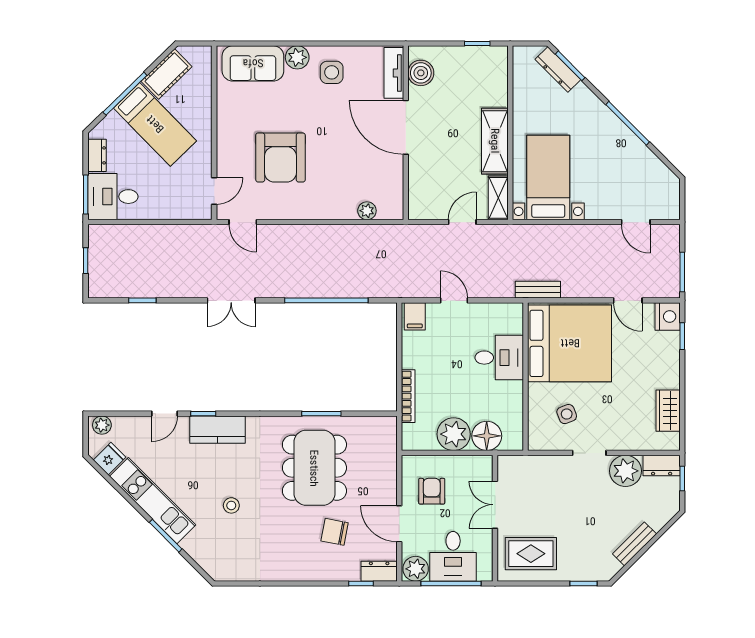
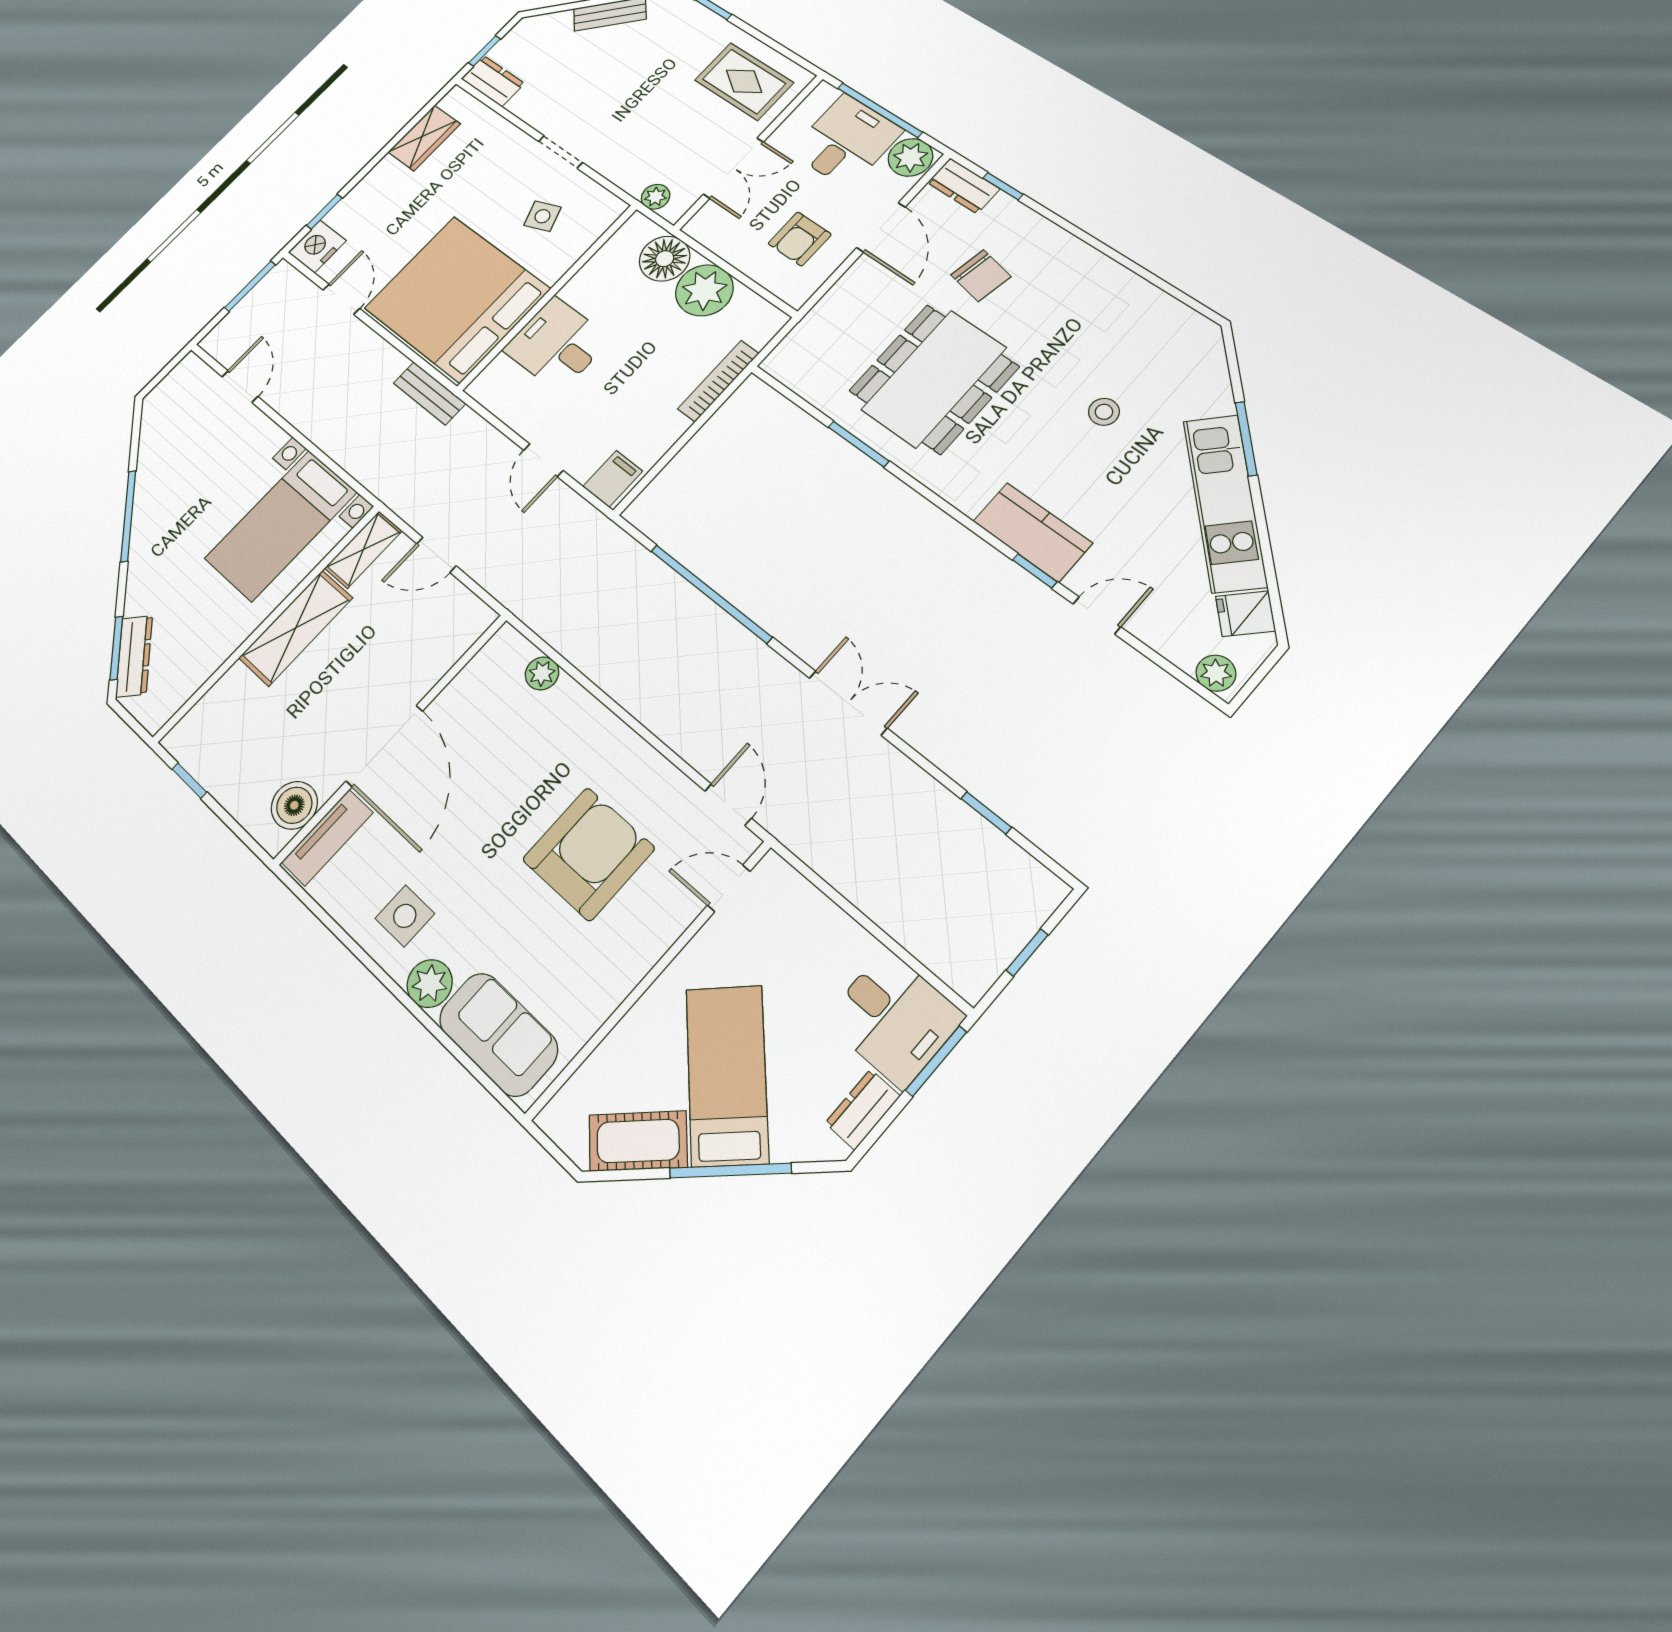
plant: (625, 471) -> (656, 197), moved, width x0.53, depth x0.53

